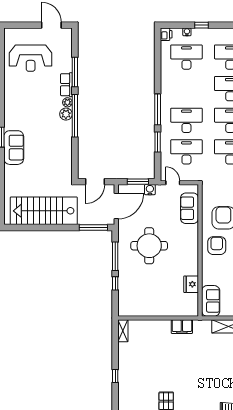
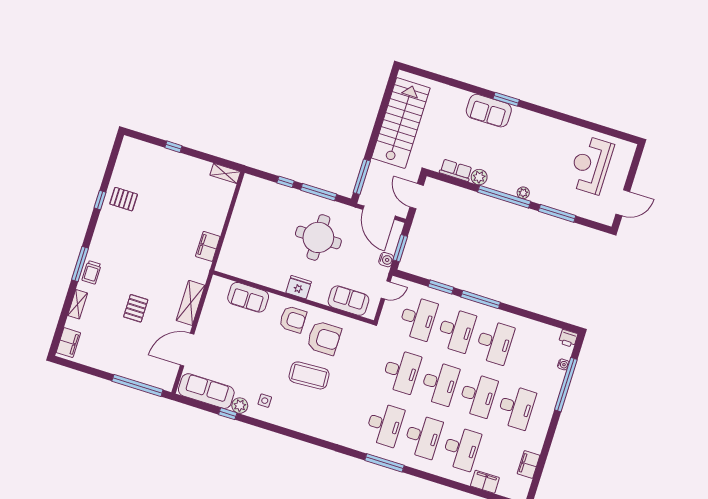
window: (201, 25) -> (566, 385), width x3.17
desk: (186, 57) -> (495, 342), moved
row of seats: (66, 85) -> (456, 170), moved
plant: (66, 114) -> (479, 177), moved
fridge: (191, 284) -> (299, 287), moved
sofa: (211, 301) -> (248, 297), moved

